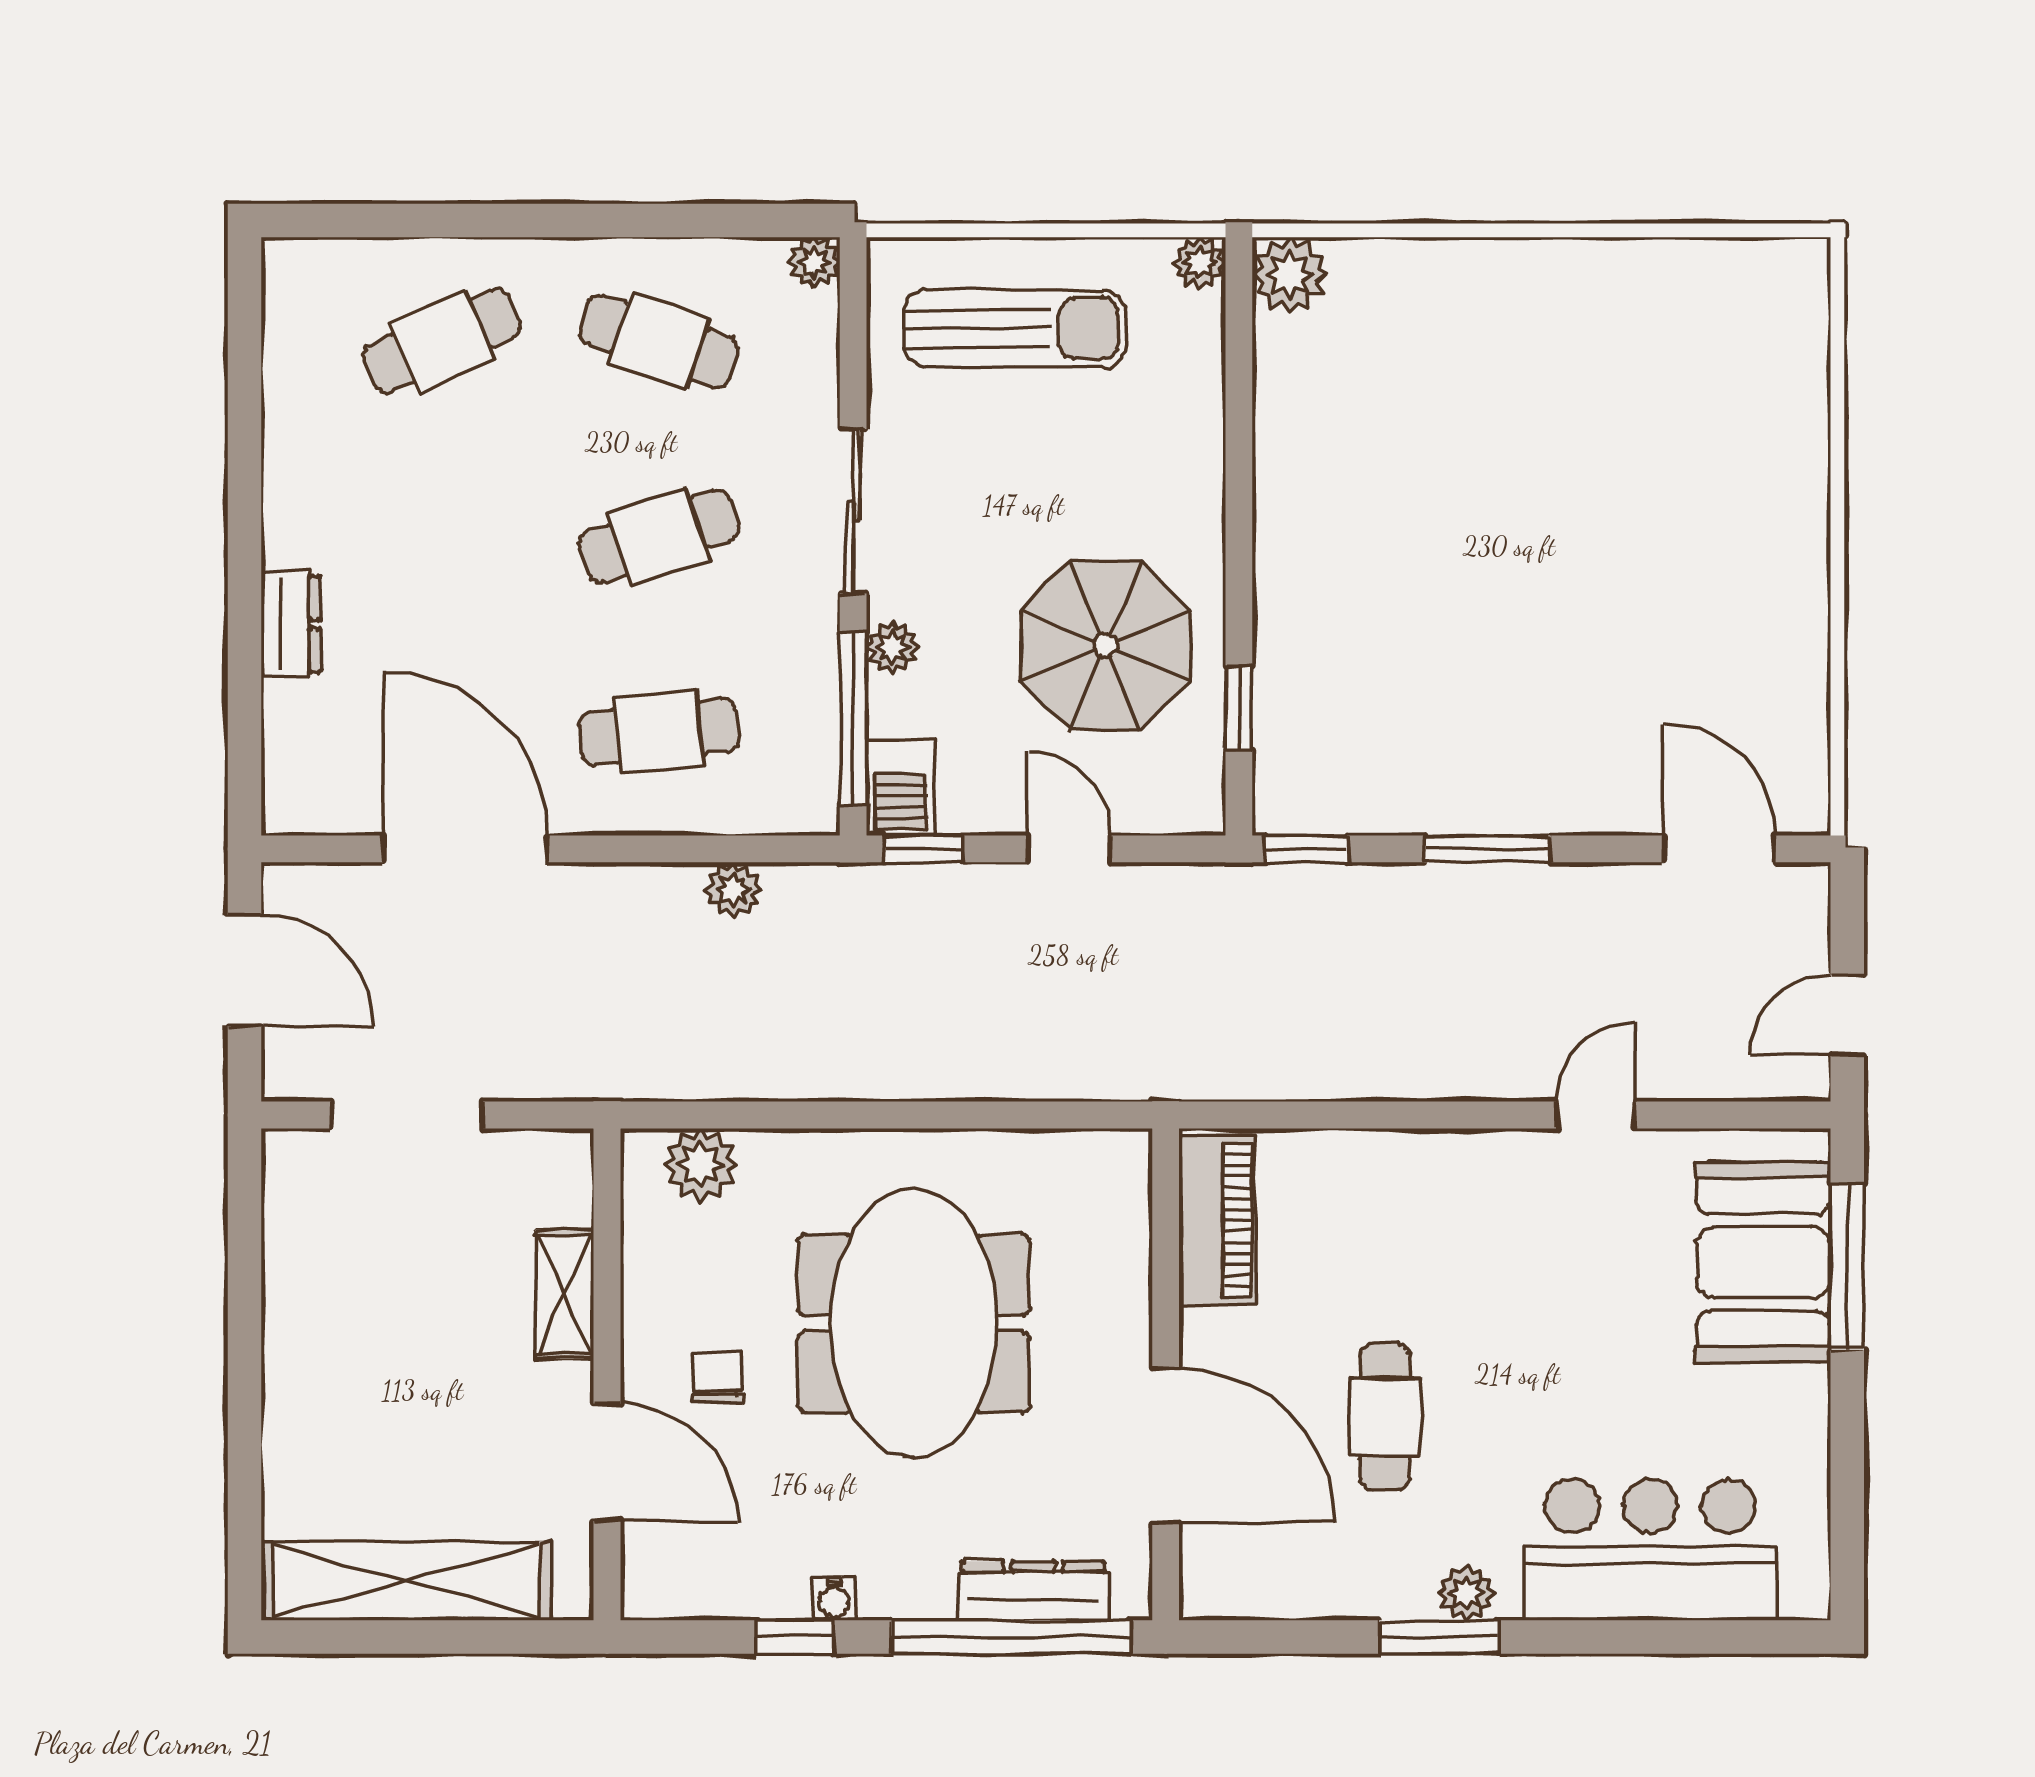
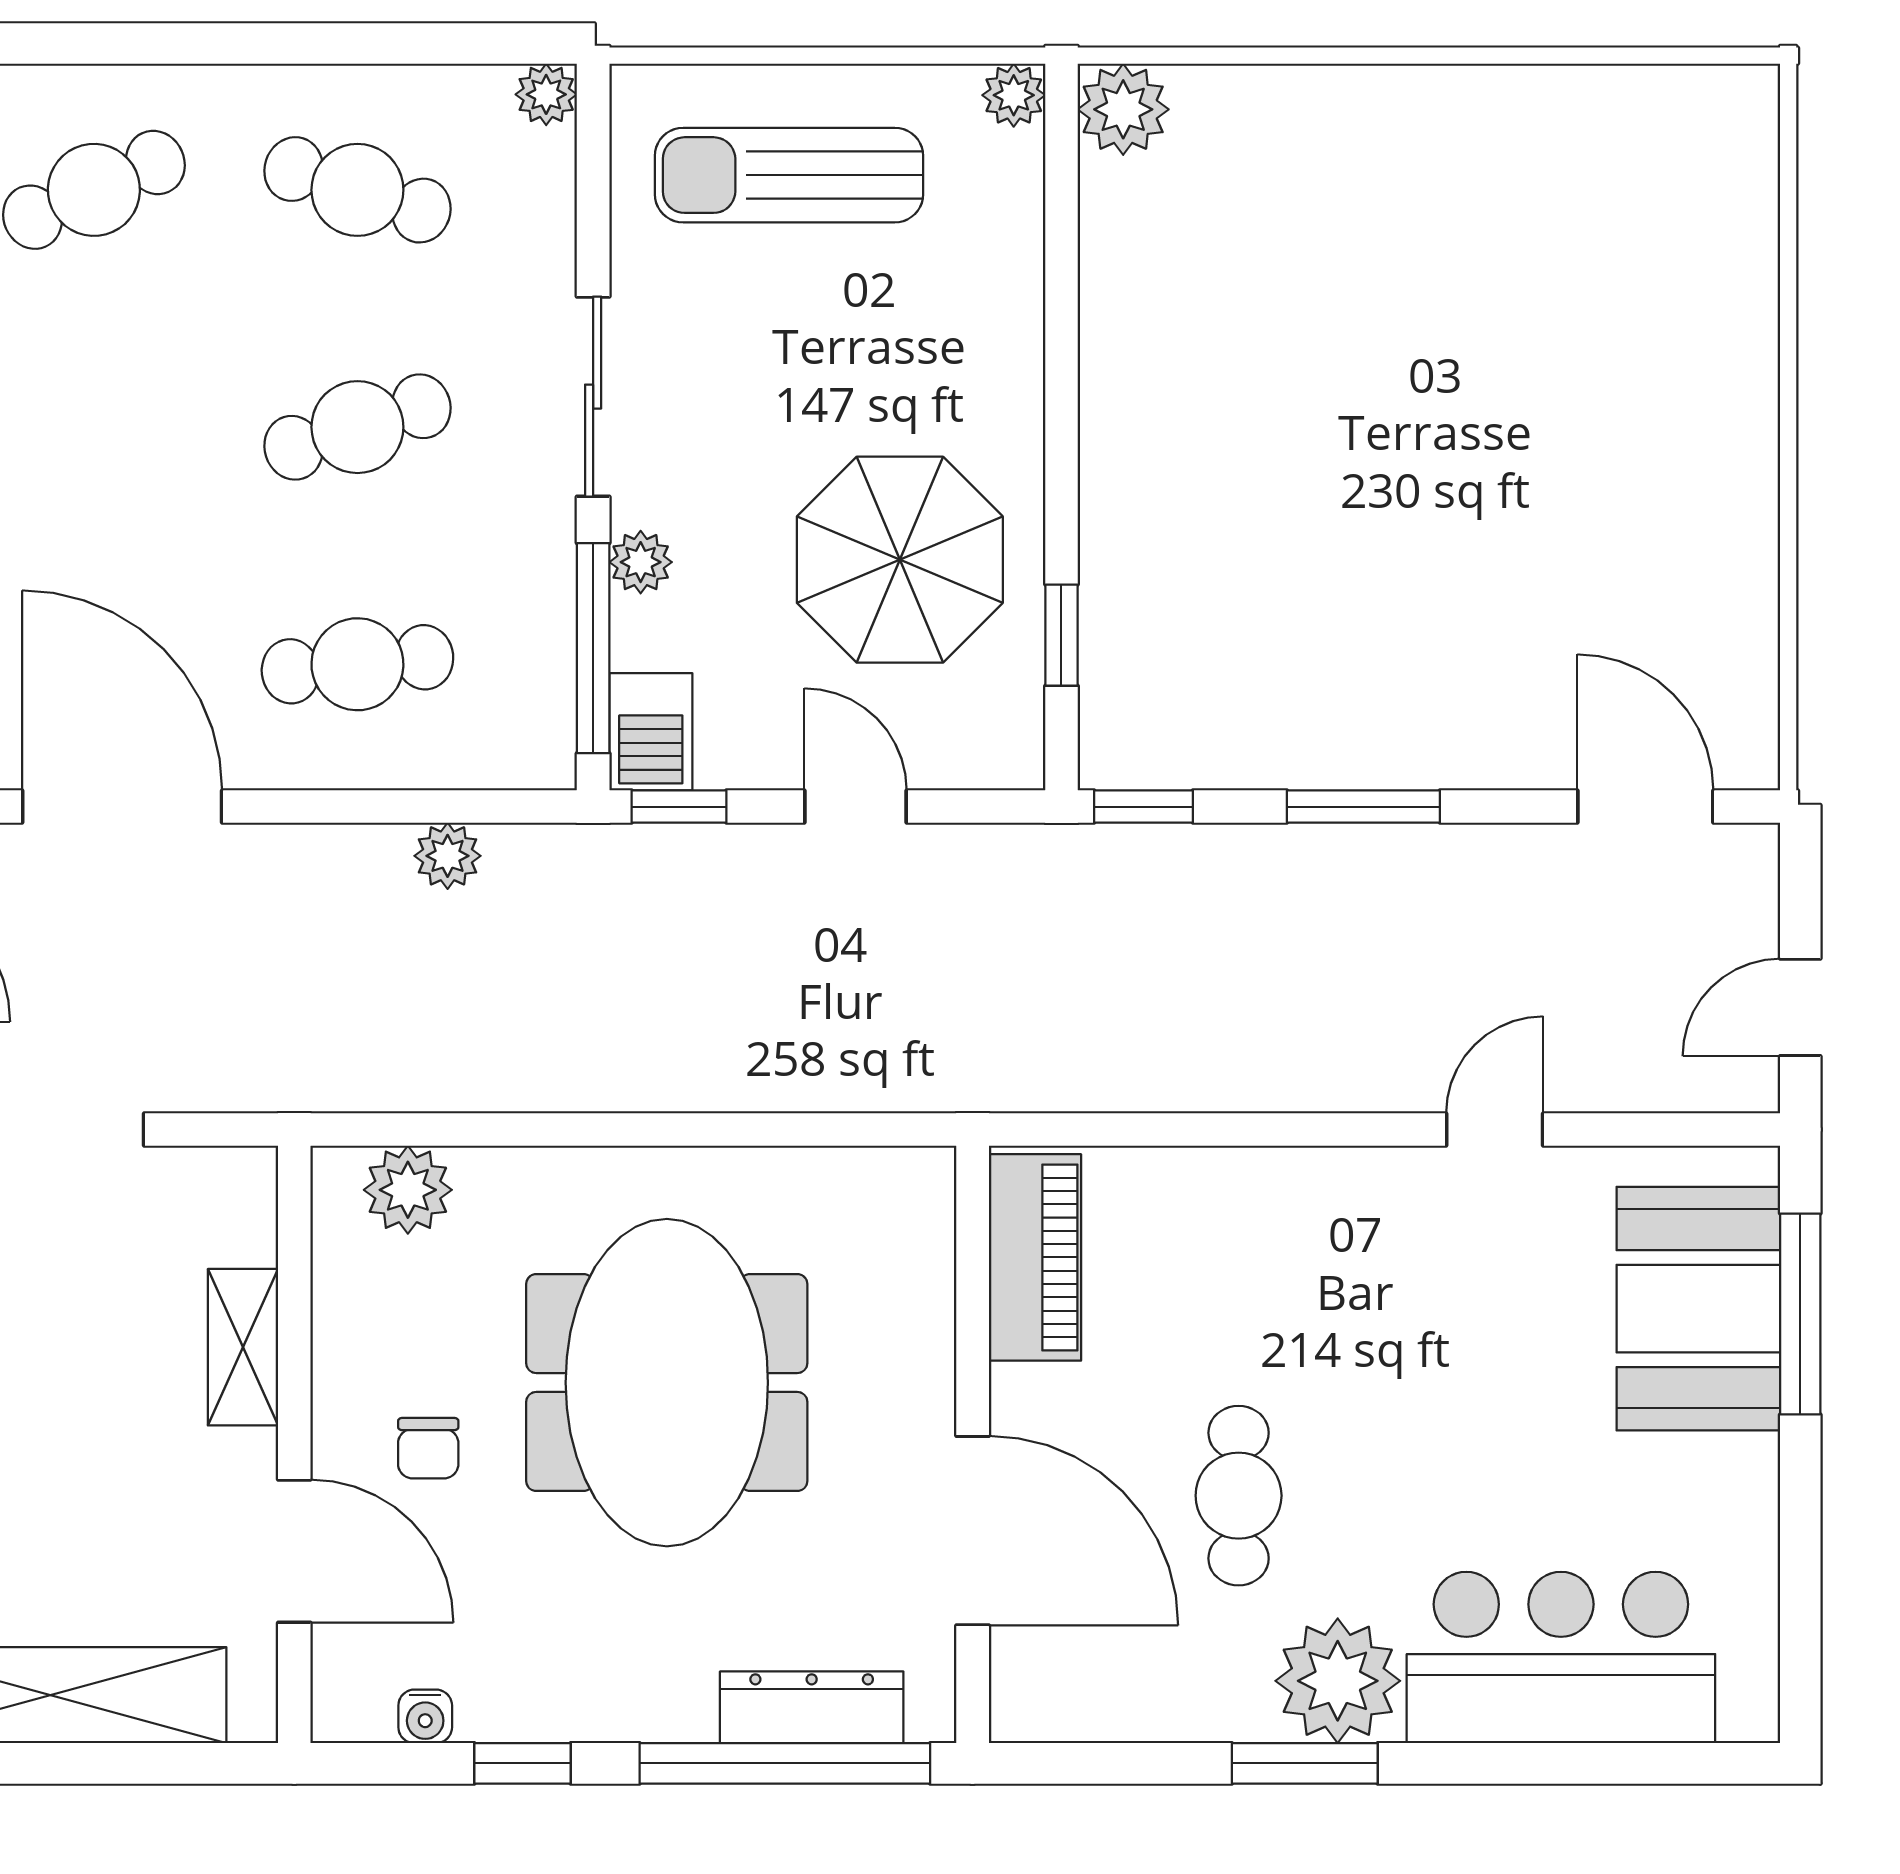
sun lounger: (1014, 329) -> (789, 175), turned 180
chair: (717, 1377) -> (428, 1448), turned 180
plant: (1466, 1593) -> (1338, 1681), width x1.87, depth x1.87
water cooler: (834, 1598) -> (425, 1716), moved

